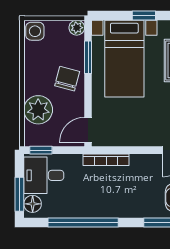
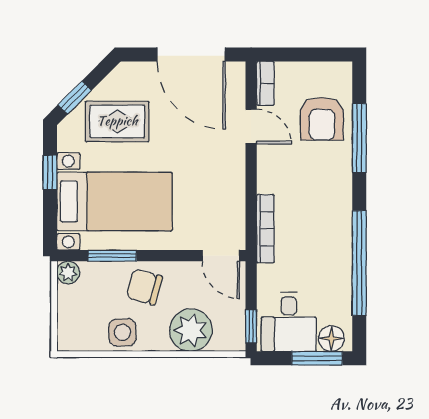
side table: (35, 31) -> (123, 332), moved

